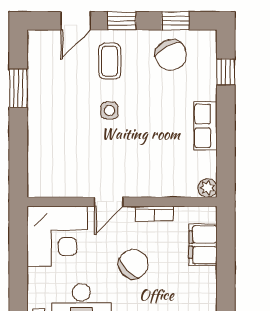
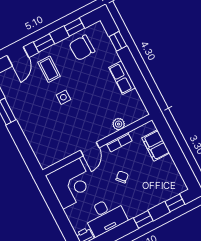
chair: (171, 55) -> (82, 48), turned 116
plant: (207, 188) -> (119, 124), moved
chair: (133, 264) -> (122, 177), width x0.54, depth x0.54

